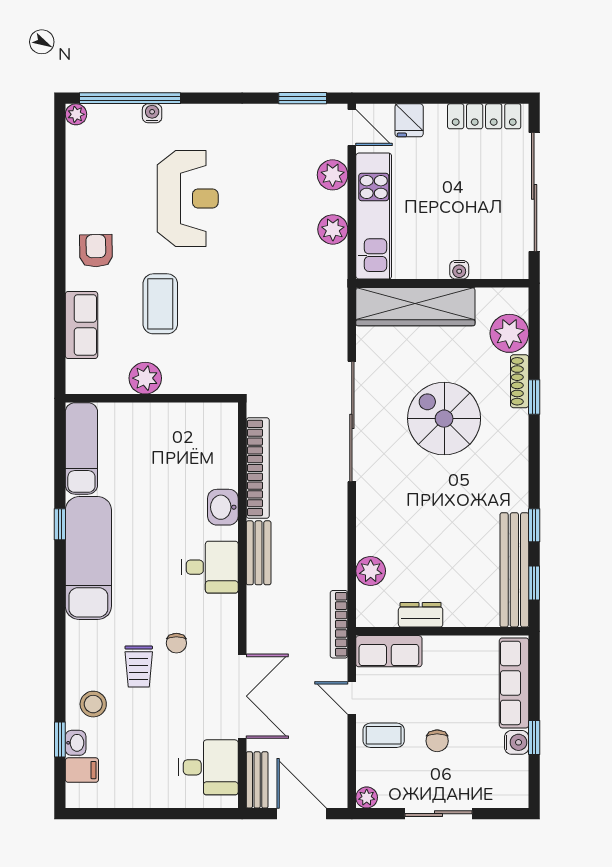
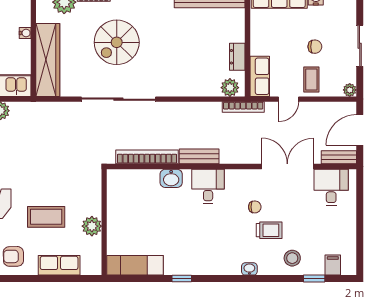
exam couch: (88, 558) -> (202, 261), removed
plant: (371, 571) -> (230, 88), moved
washbasin: (76, 743) -> (249, 269), moved

